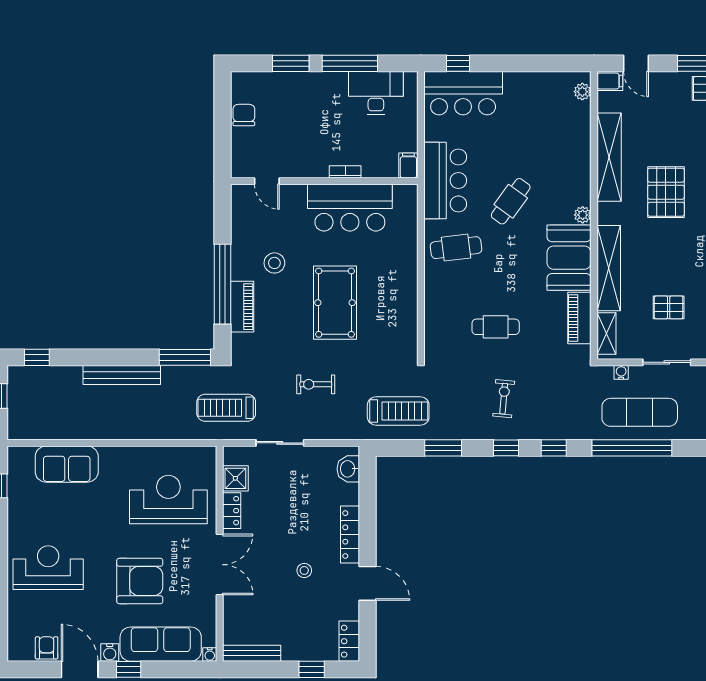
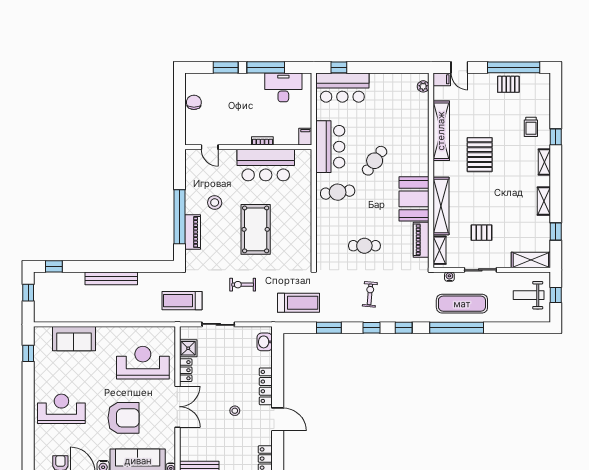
plant: (583, 215) -> (423, 170), removed
window: (185, 357) -> (154, 266), removed

